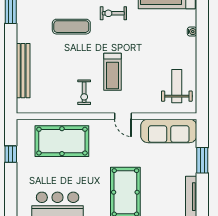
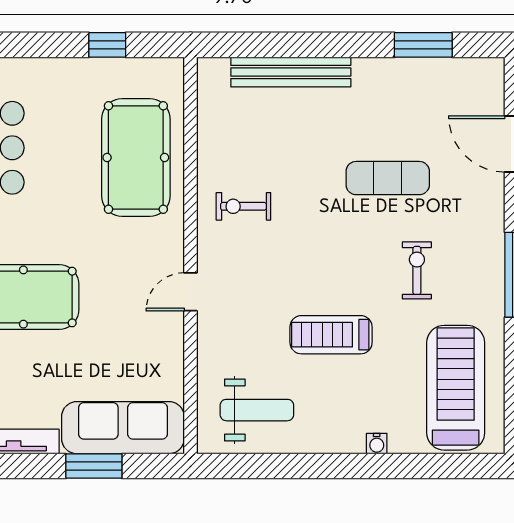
exercise mat: (71, 27) -> (388, 178), turned 90
treadmill: (113, 72) -> (331, 335), moved
sofa: (169, 131) -> (123, 428), moved, turned 90

